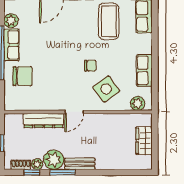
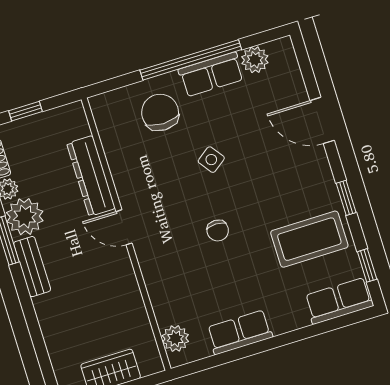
chair: (23, 76) -> (160, 112), turned 180
side table: (106, 89) -> (211, 160), moved, width x0.54, depth x0.54

